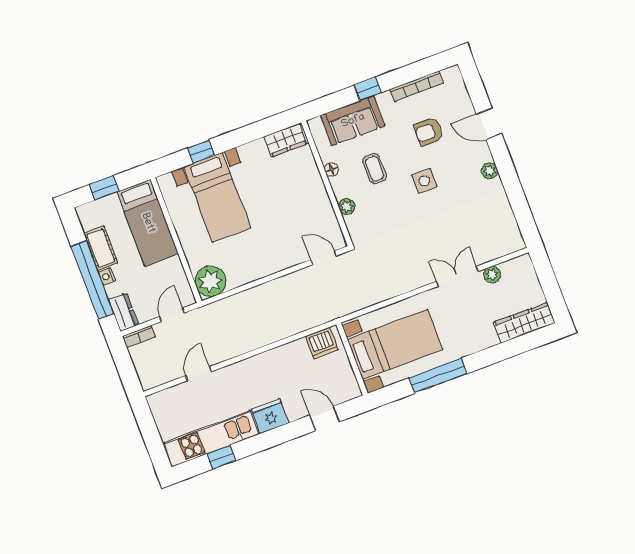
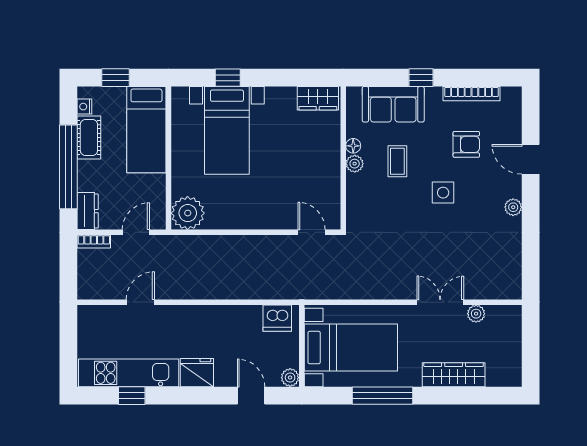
armchair: (429, 132) -> (466, 144), turned 180
plant: (347, 207) -> (355, 164), moved
nightstand: (107, 276) -> (84, 107), moved
wardrobe: (524, 323) -> (454, 375), moved
plant: (352, 390) -> (290, 378), added

